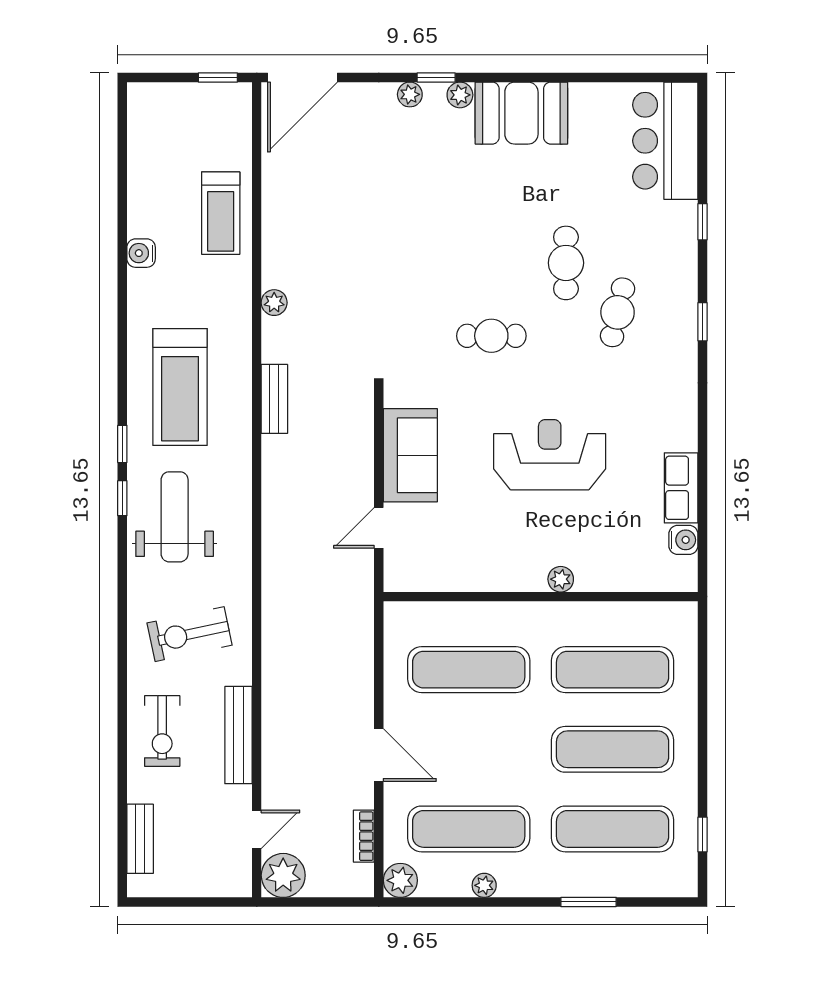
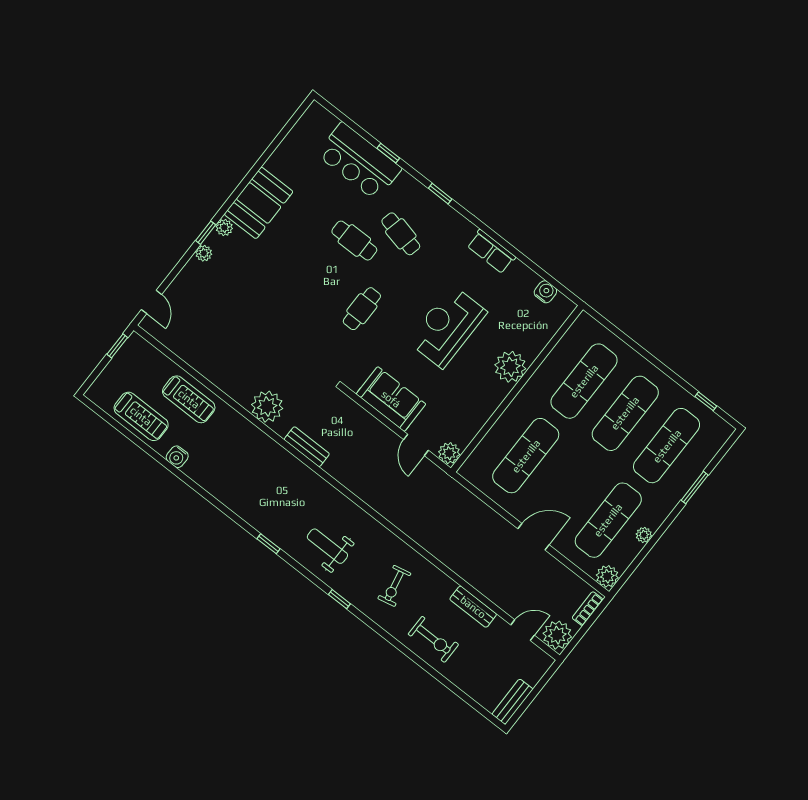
door: (303, 78) -> (152, 302), width x0.53
bar counter: (665, 141) -> (359, 161), moved
plant: (274, 303) -> (267, 407), width x1.88, depth x1.88
treadmill: (180, 387) -> (141, 416), moved, width x0.73, depth x0.73
row of seats: (681, 488) -> (491, 251), moved
window: (122, 498) -> (339, 599), moved
weight bench: (175, 517) -> (327, 546), width x0.73, depth x0.75
plant: (400, 576) -> (449, 453), added
plant: (561, 579) -> (510, 367), width x1.87, depth x1.87
exercise bike: (190, 634) -> (394, 586), width x0.73, depth x0.72
bench: (238, 735) -> (473, 607), width x0.73
door: (257, 829) -> (523, 630), hinge flipped
bookcase: (364, 836) -> (588, 609), moved, turned 90
bench: (140, 839) -> (513, 702), moved, turned 90

